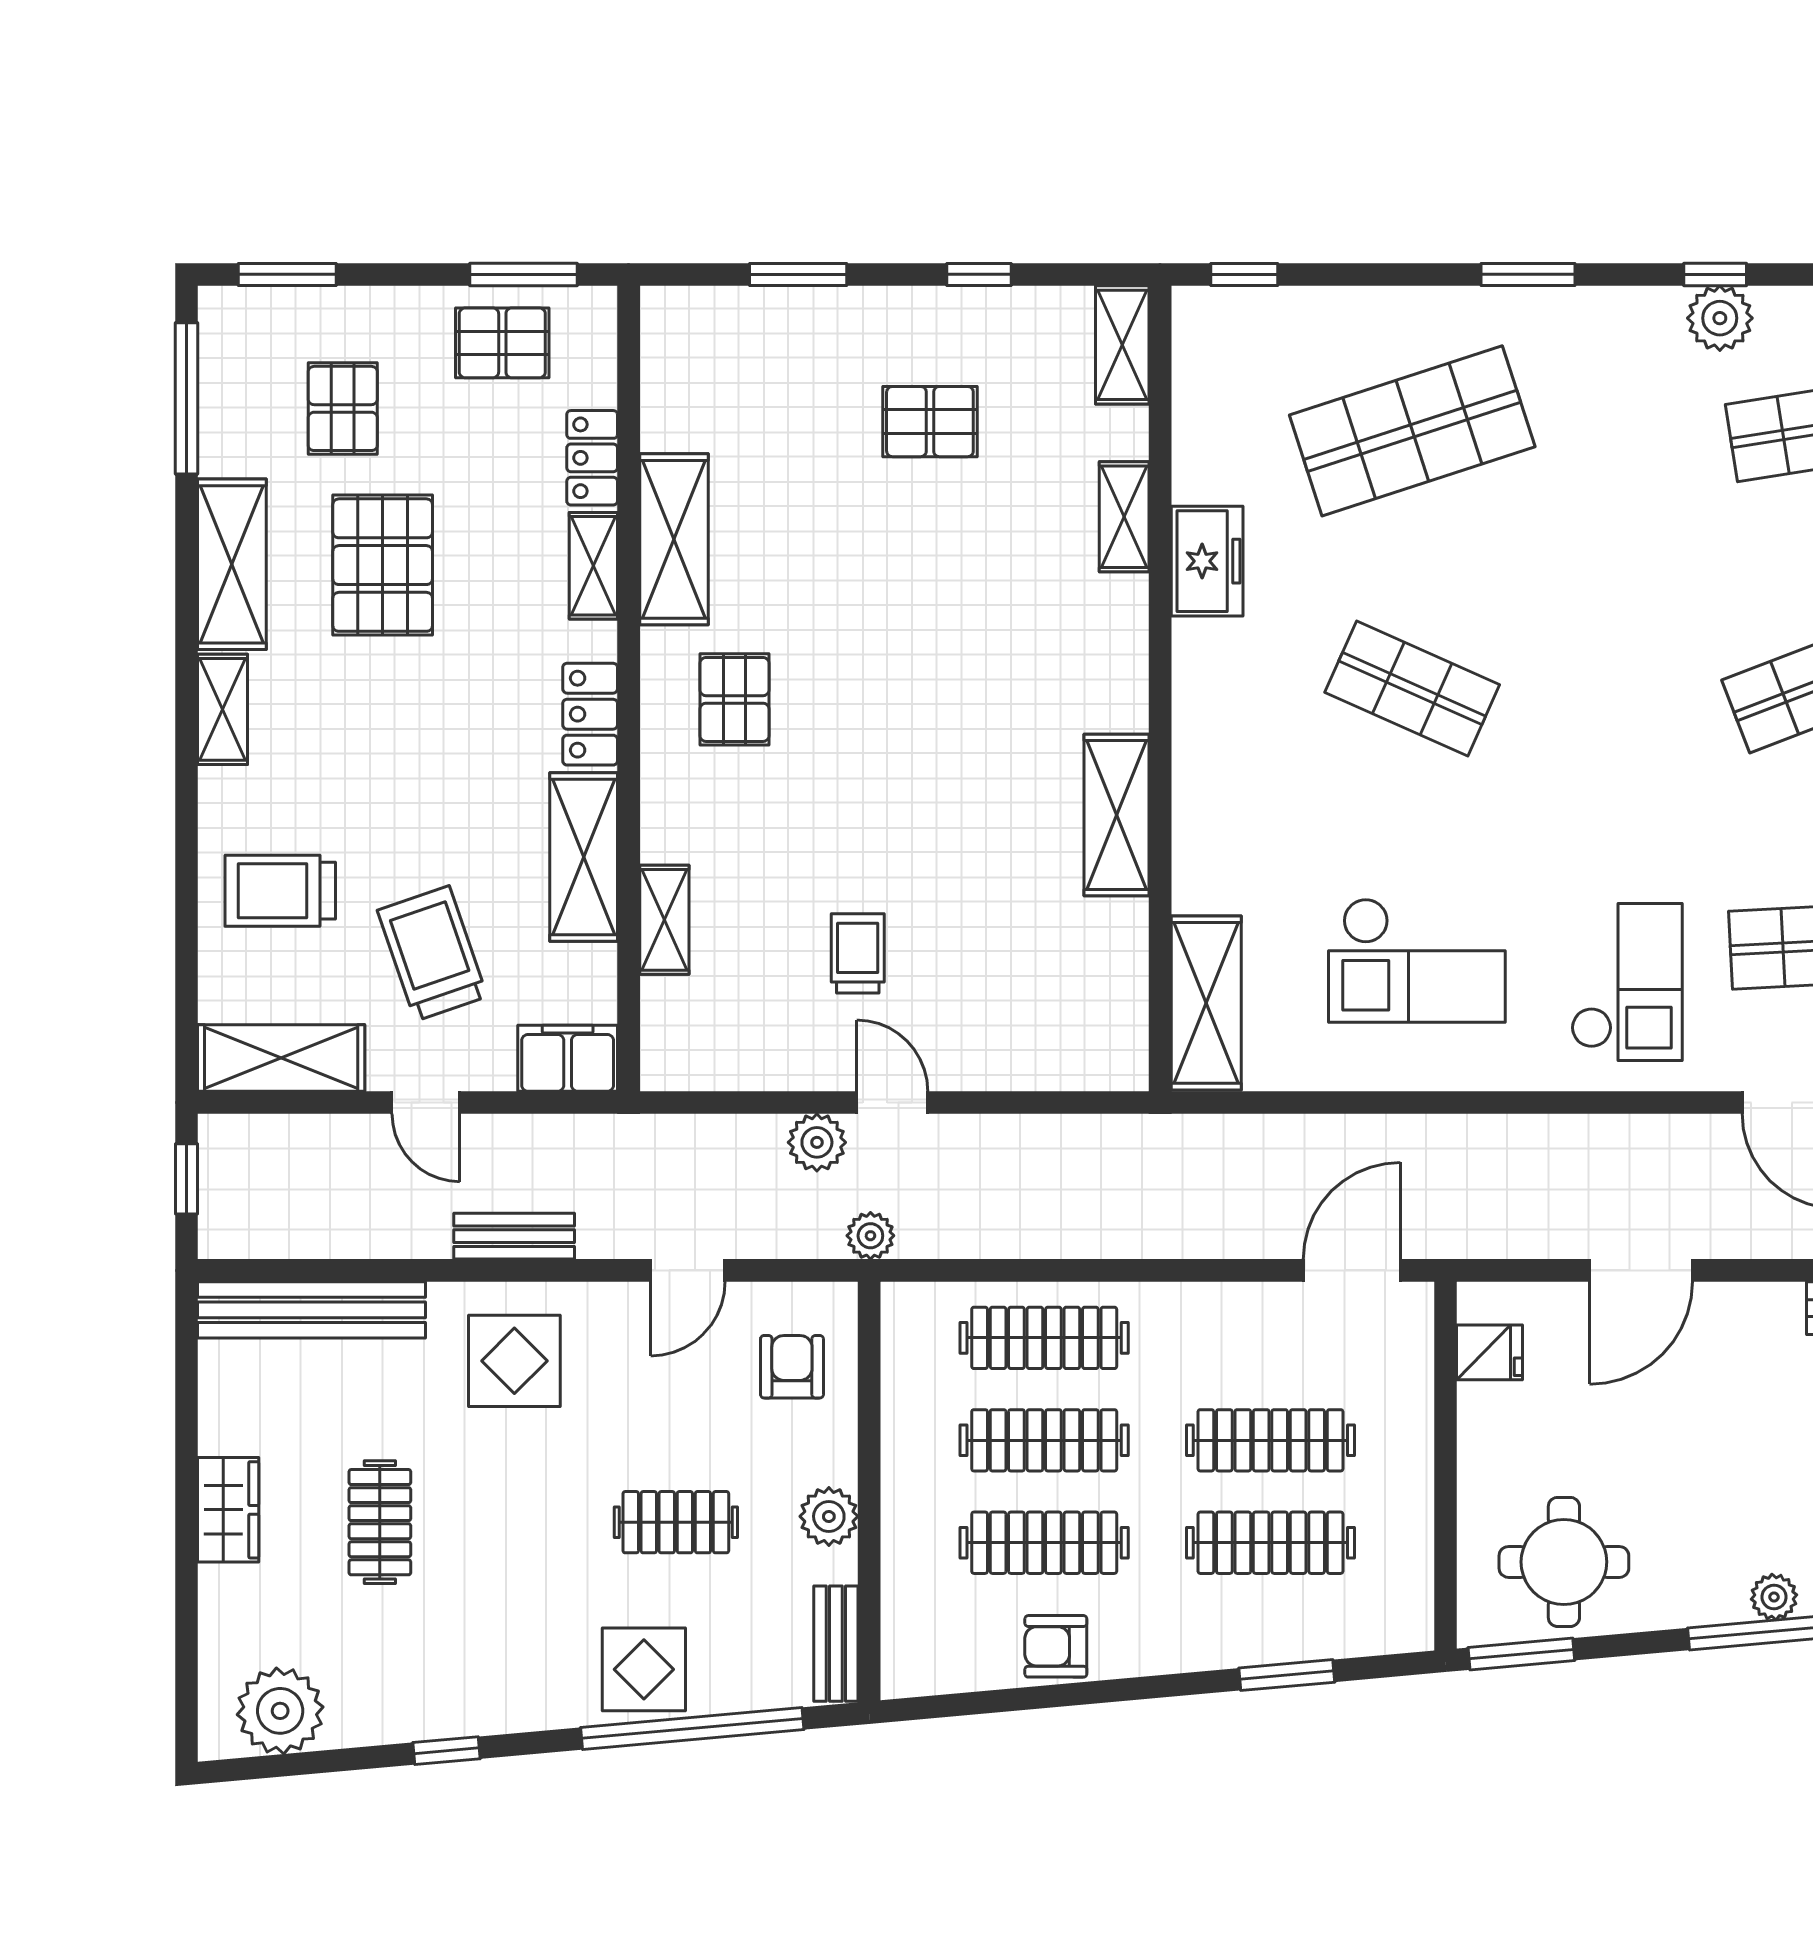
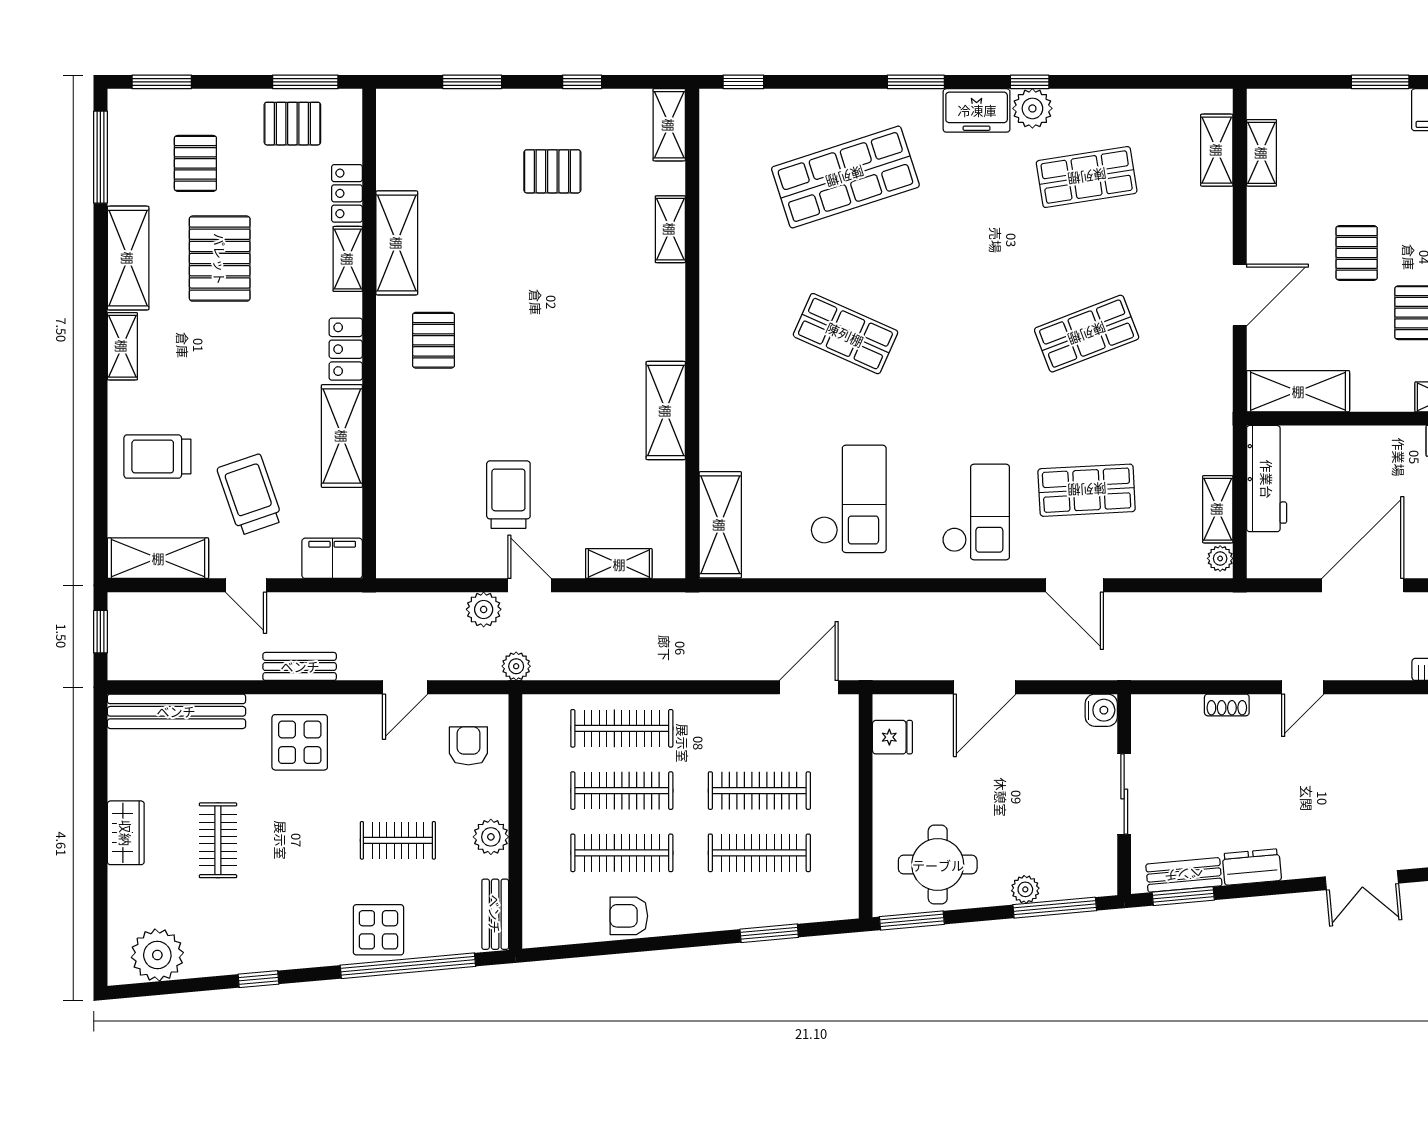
freezer: (1207, 561) -> (977, 110), moved, turned 90
shelving: (664, 920) -> (619, 564), moved, turned 90
trolley: (858, 953) -> (508, 495), width x1.36, depth x1.39
checkout: (1417, 960) -> (848, 499), turned -90
plant: (1774, 1597) -> (1025, 889), moved

